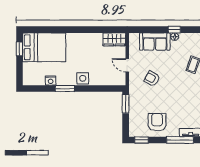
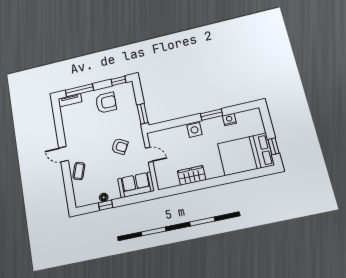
wardrobe: (114, 39) -> (192, 175), moved
sofa: (155, 42) -> (136, 185), moved
armchair: (157, 122) -> (106, 103), turned -90

